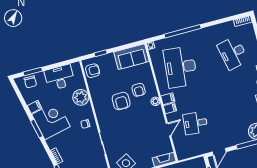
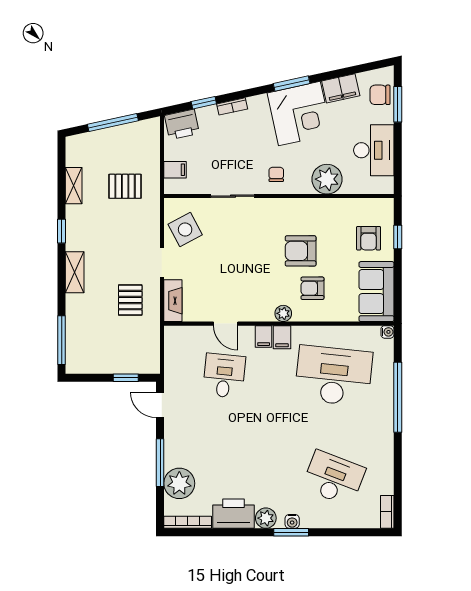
desk: (233, 53) -> (334, 478), turned 33
armchair: (93, 71) -> (369, 238), moved
filing cabinet: (34, 107) -> (341, 88), width x2.00

